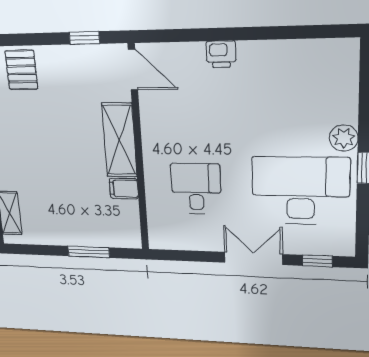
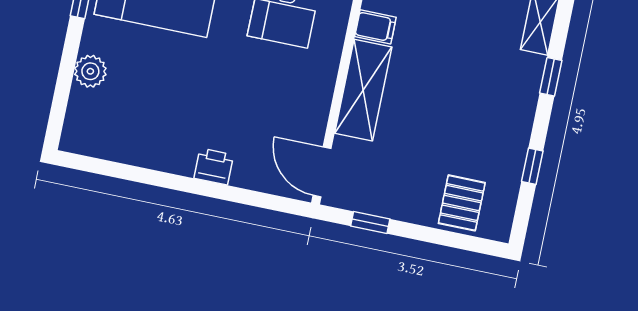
plant: (344, 138) -> (90, 71), moved

